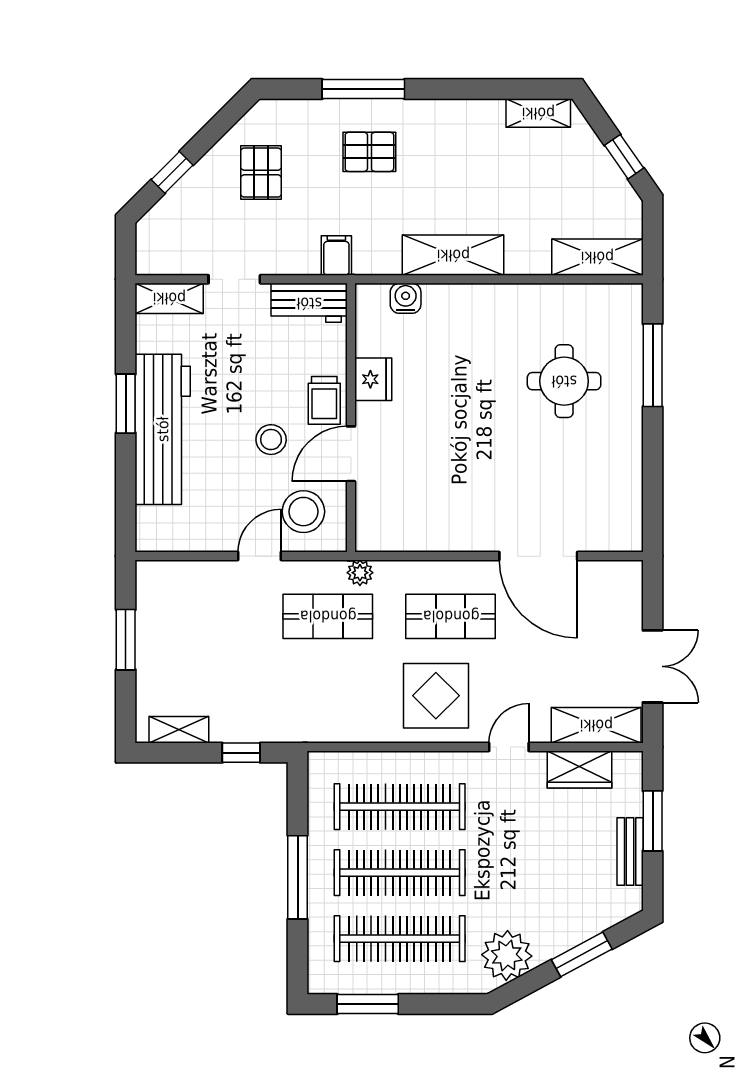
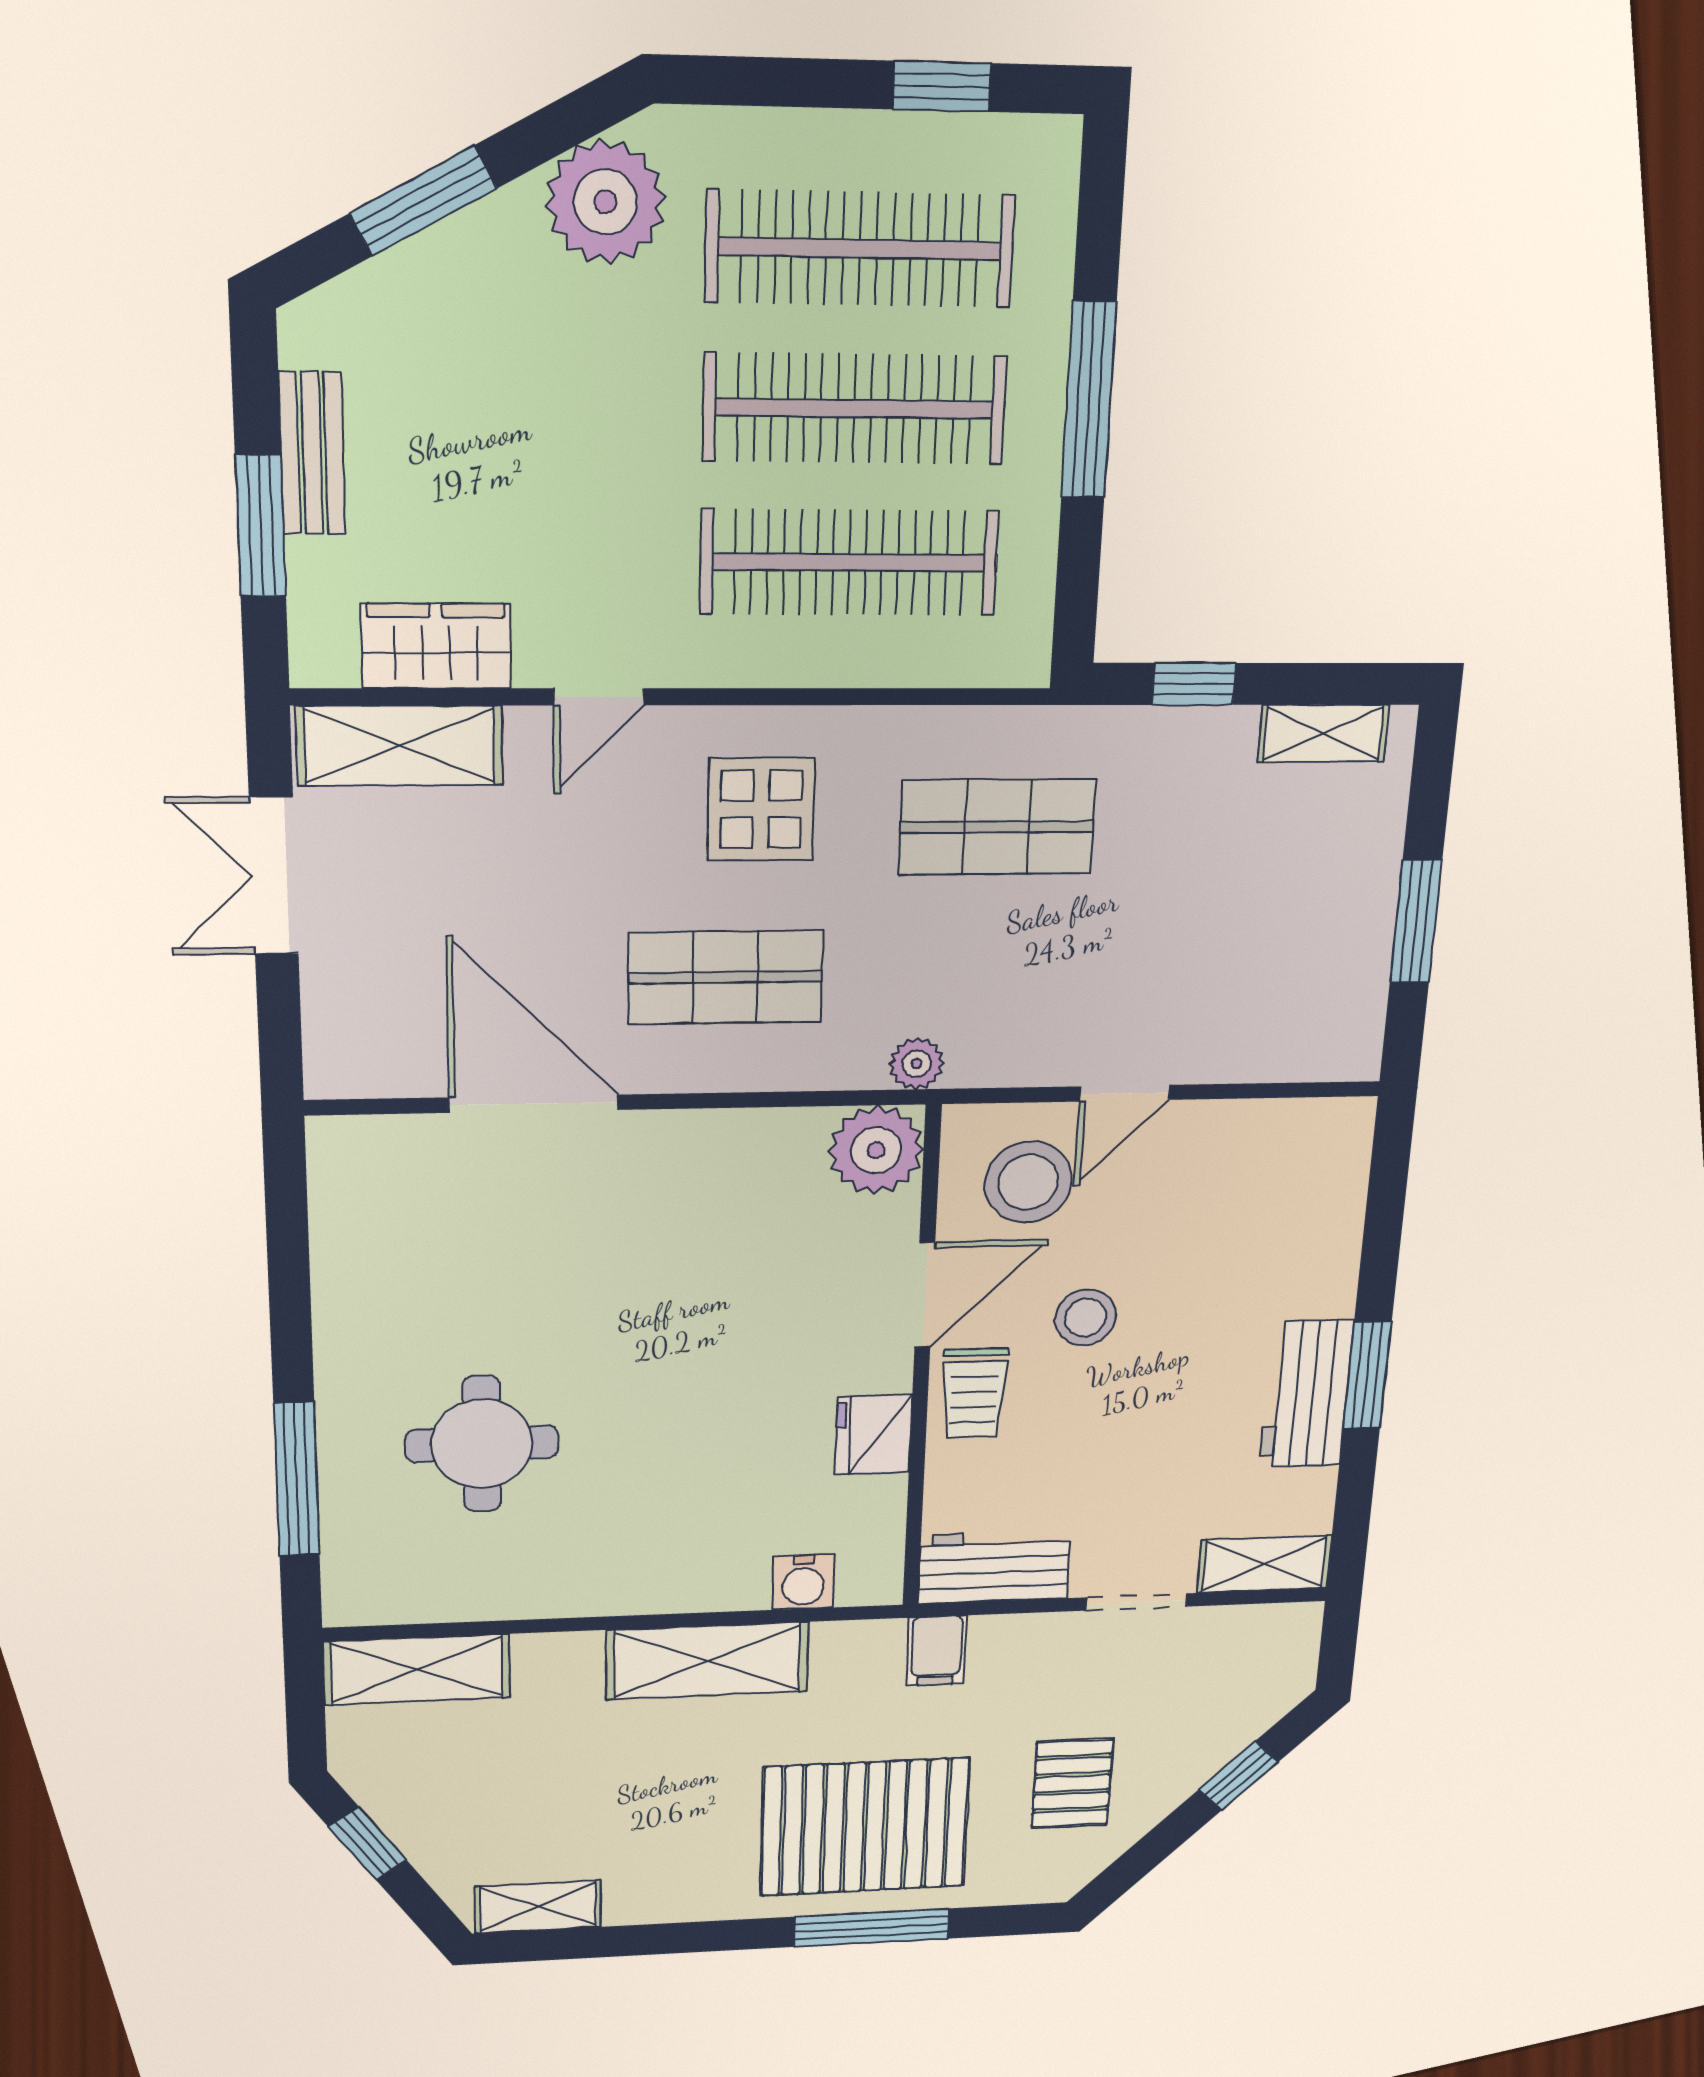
pallet: (369, 152) -> (865, 1827), width x2.05, depth x2.00
trolley: (324, 400) -> (974, 1393), turned 180
workbench: (163, 429) -> (1306, 1394), width x0.53, depth x0.76
plant: (377, 530) -> (876, 1150), added
shop shelf: (328, 616) -> (997, 827), moved
display table: (436, 696) -> (761, 809), width x0.73, depth x0.73
window: (368, 1004) -> (942, 86), width x0.67

